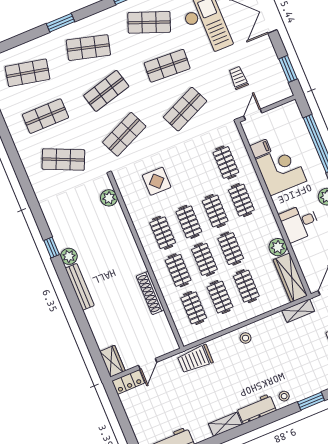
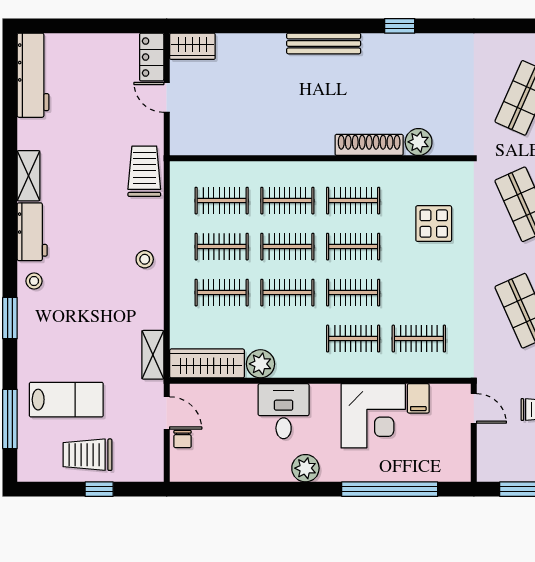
plant: (109, 198) -> (419, 142), moved
plant: (69, 256) -> (376, 46), removed
shoe rack: (150, 293) -> (369, 145), moved

